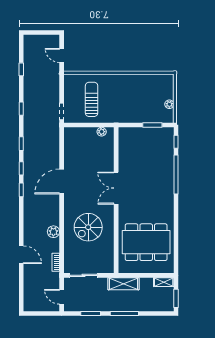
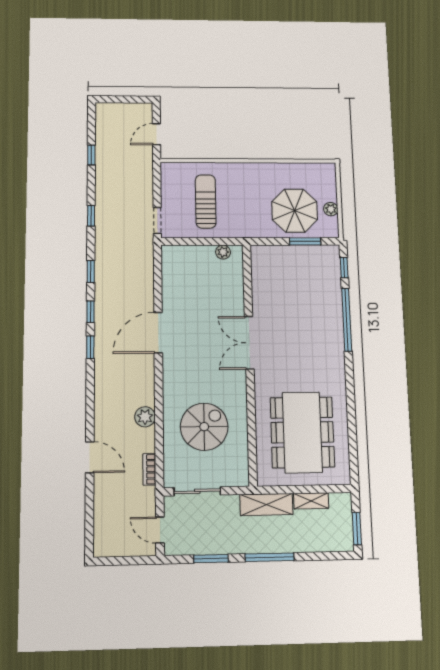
door: (62, 55) -> (156, 134), hinge flipped
parasol: (147, 105) -> (295, 211), added
spiral stairs: (88, 227) -> (204, 427), moved, turned 180
dining table: (146, 242) -> (302, 432), turned 90
shelving: (164, 282) -> (311, 501), moved

